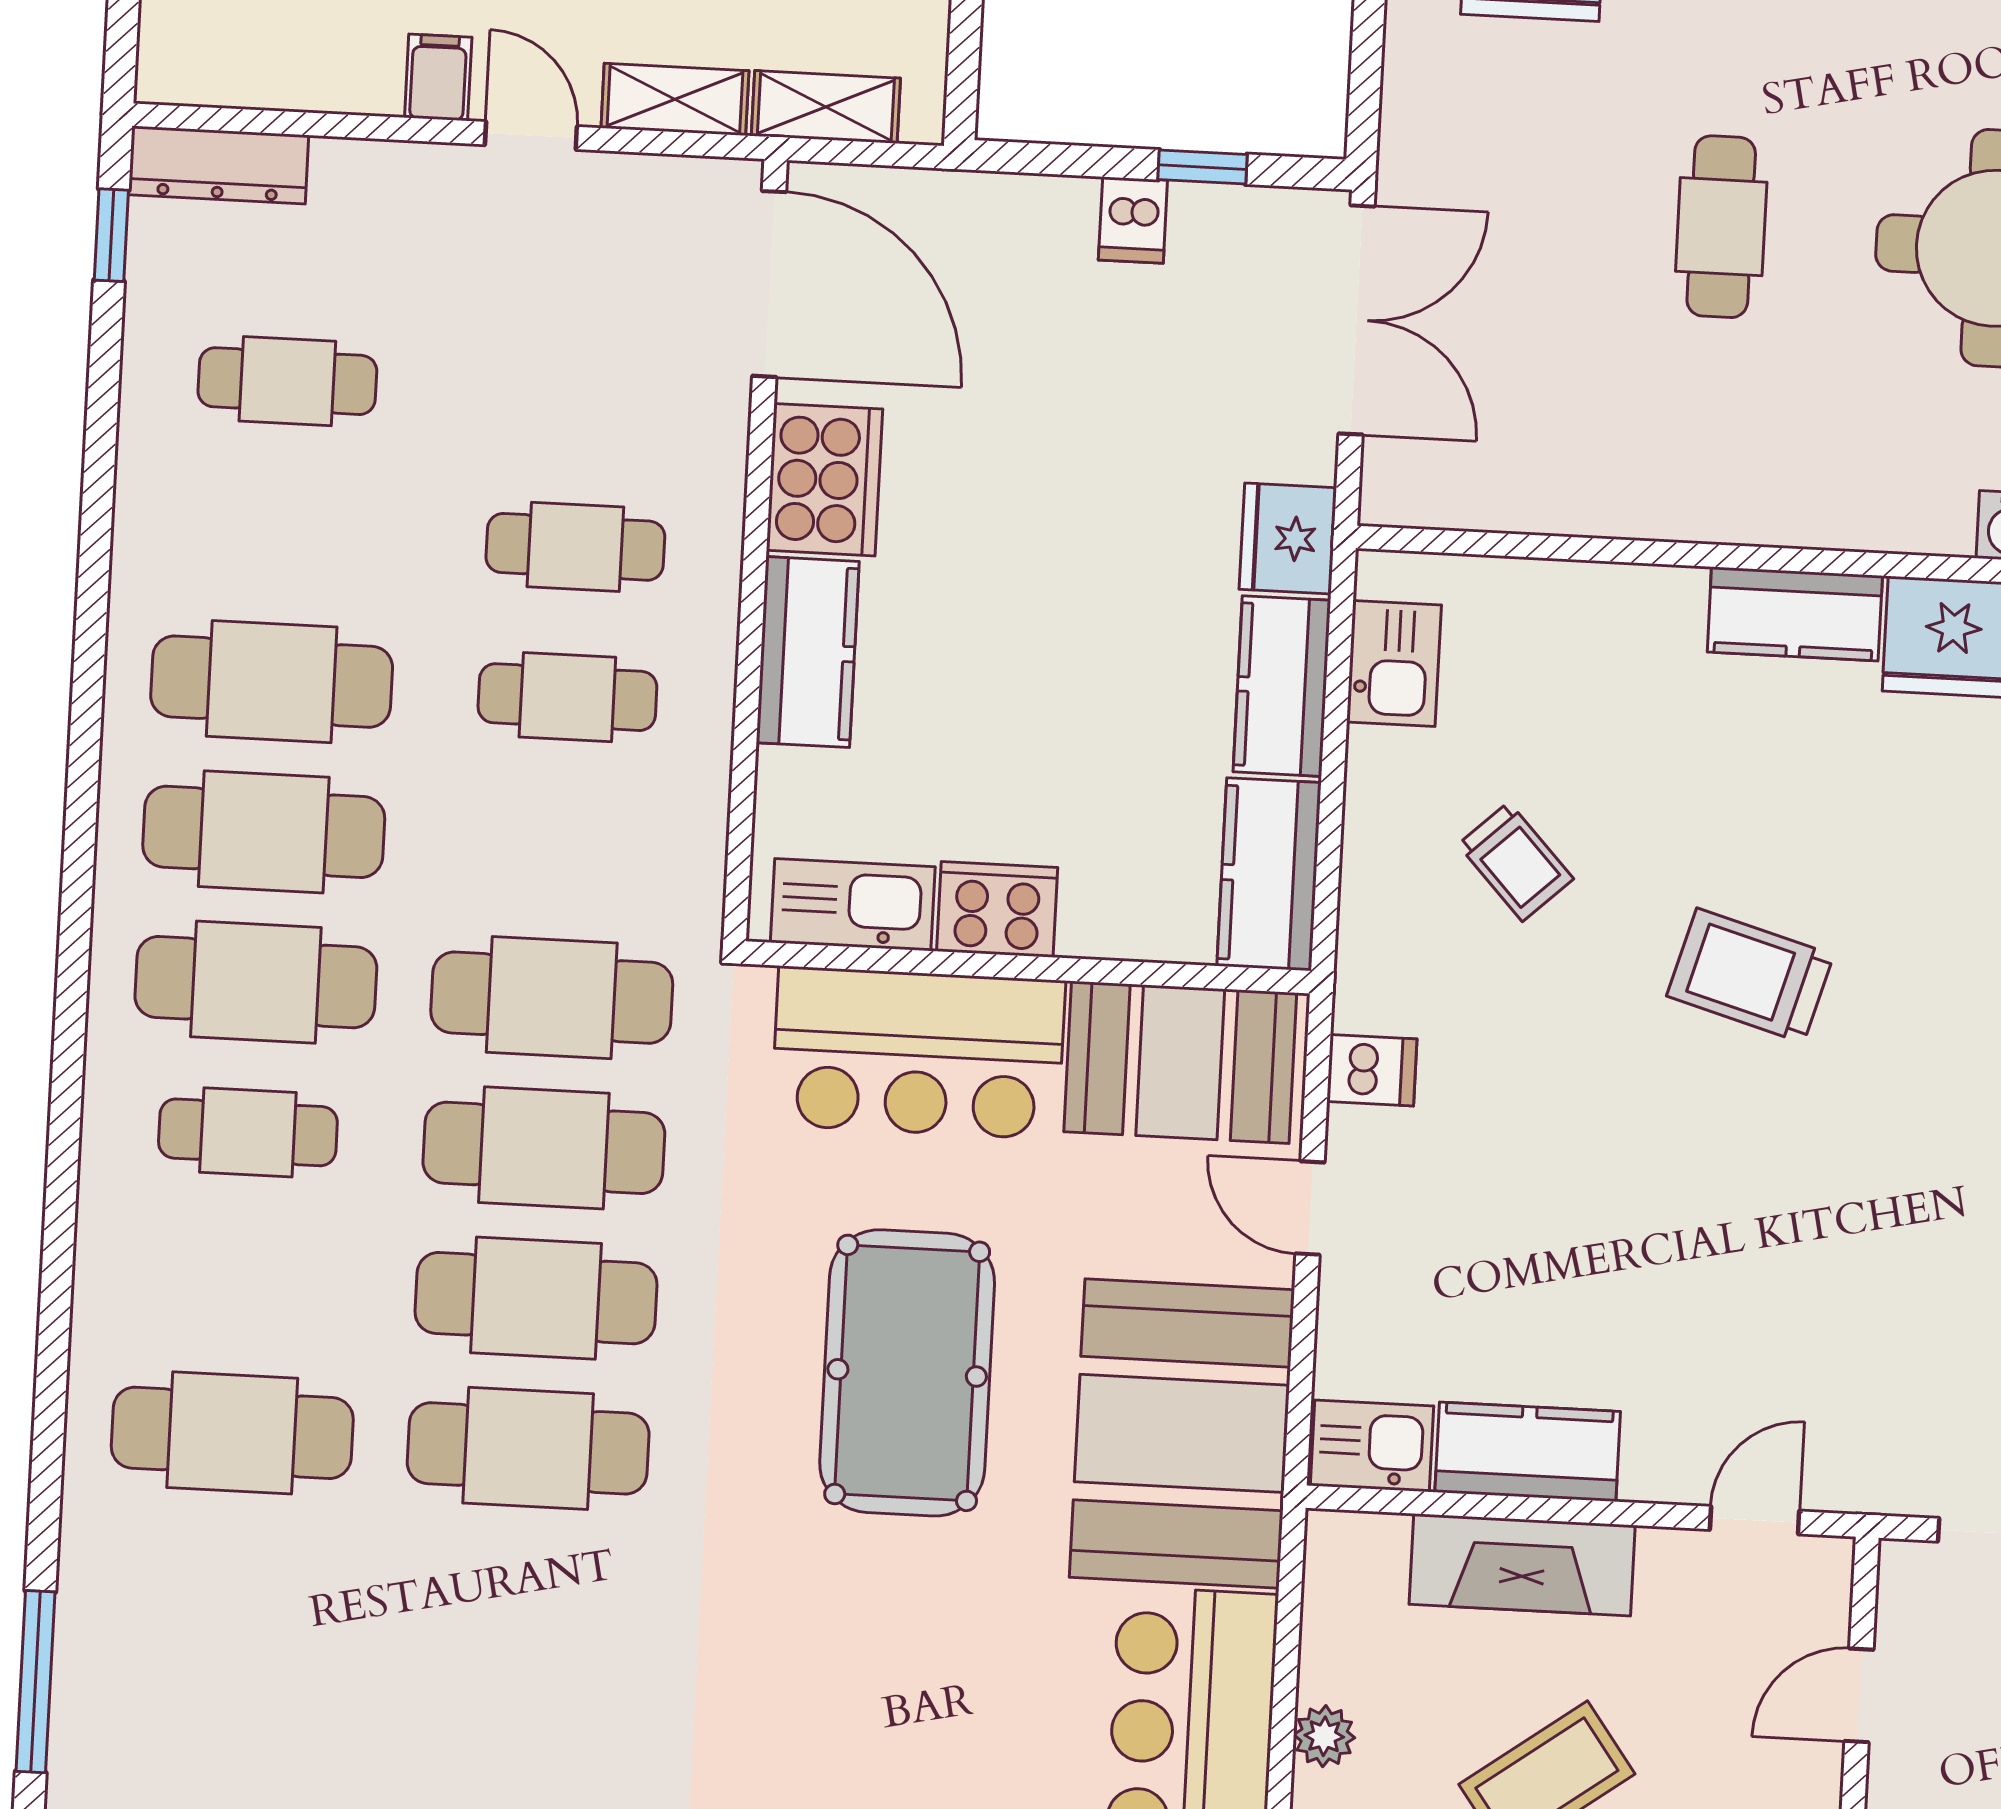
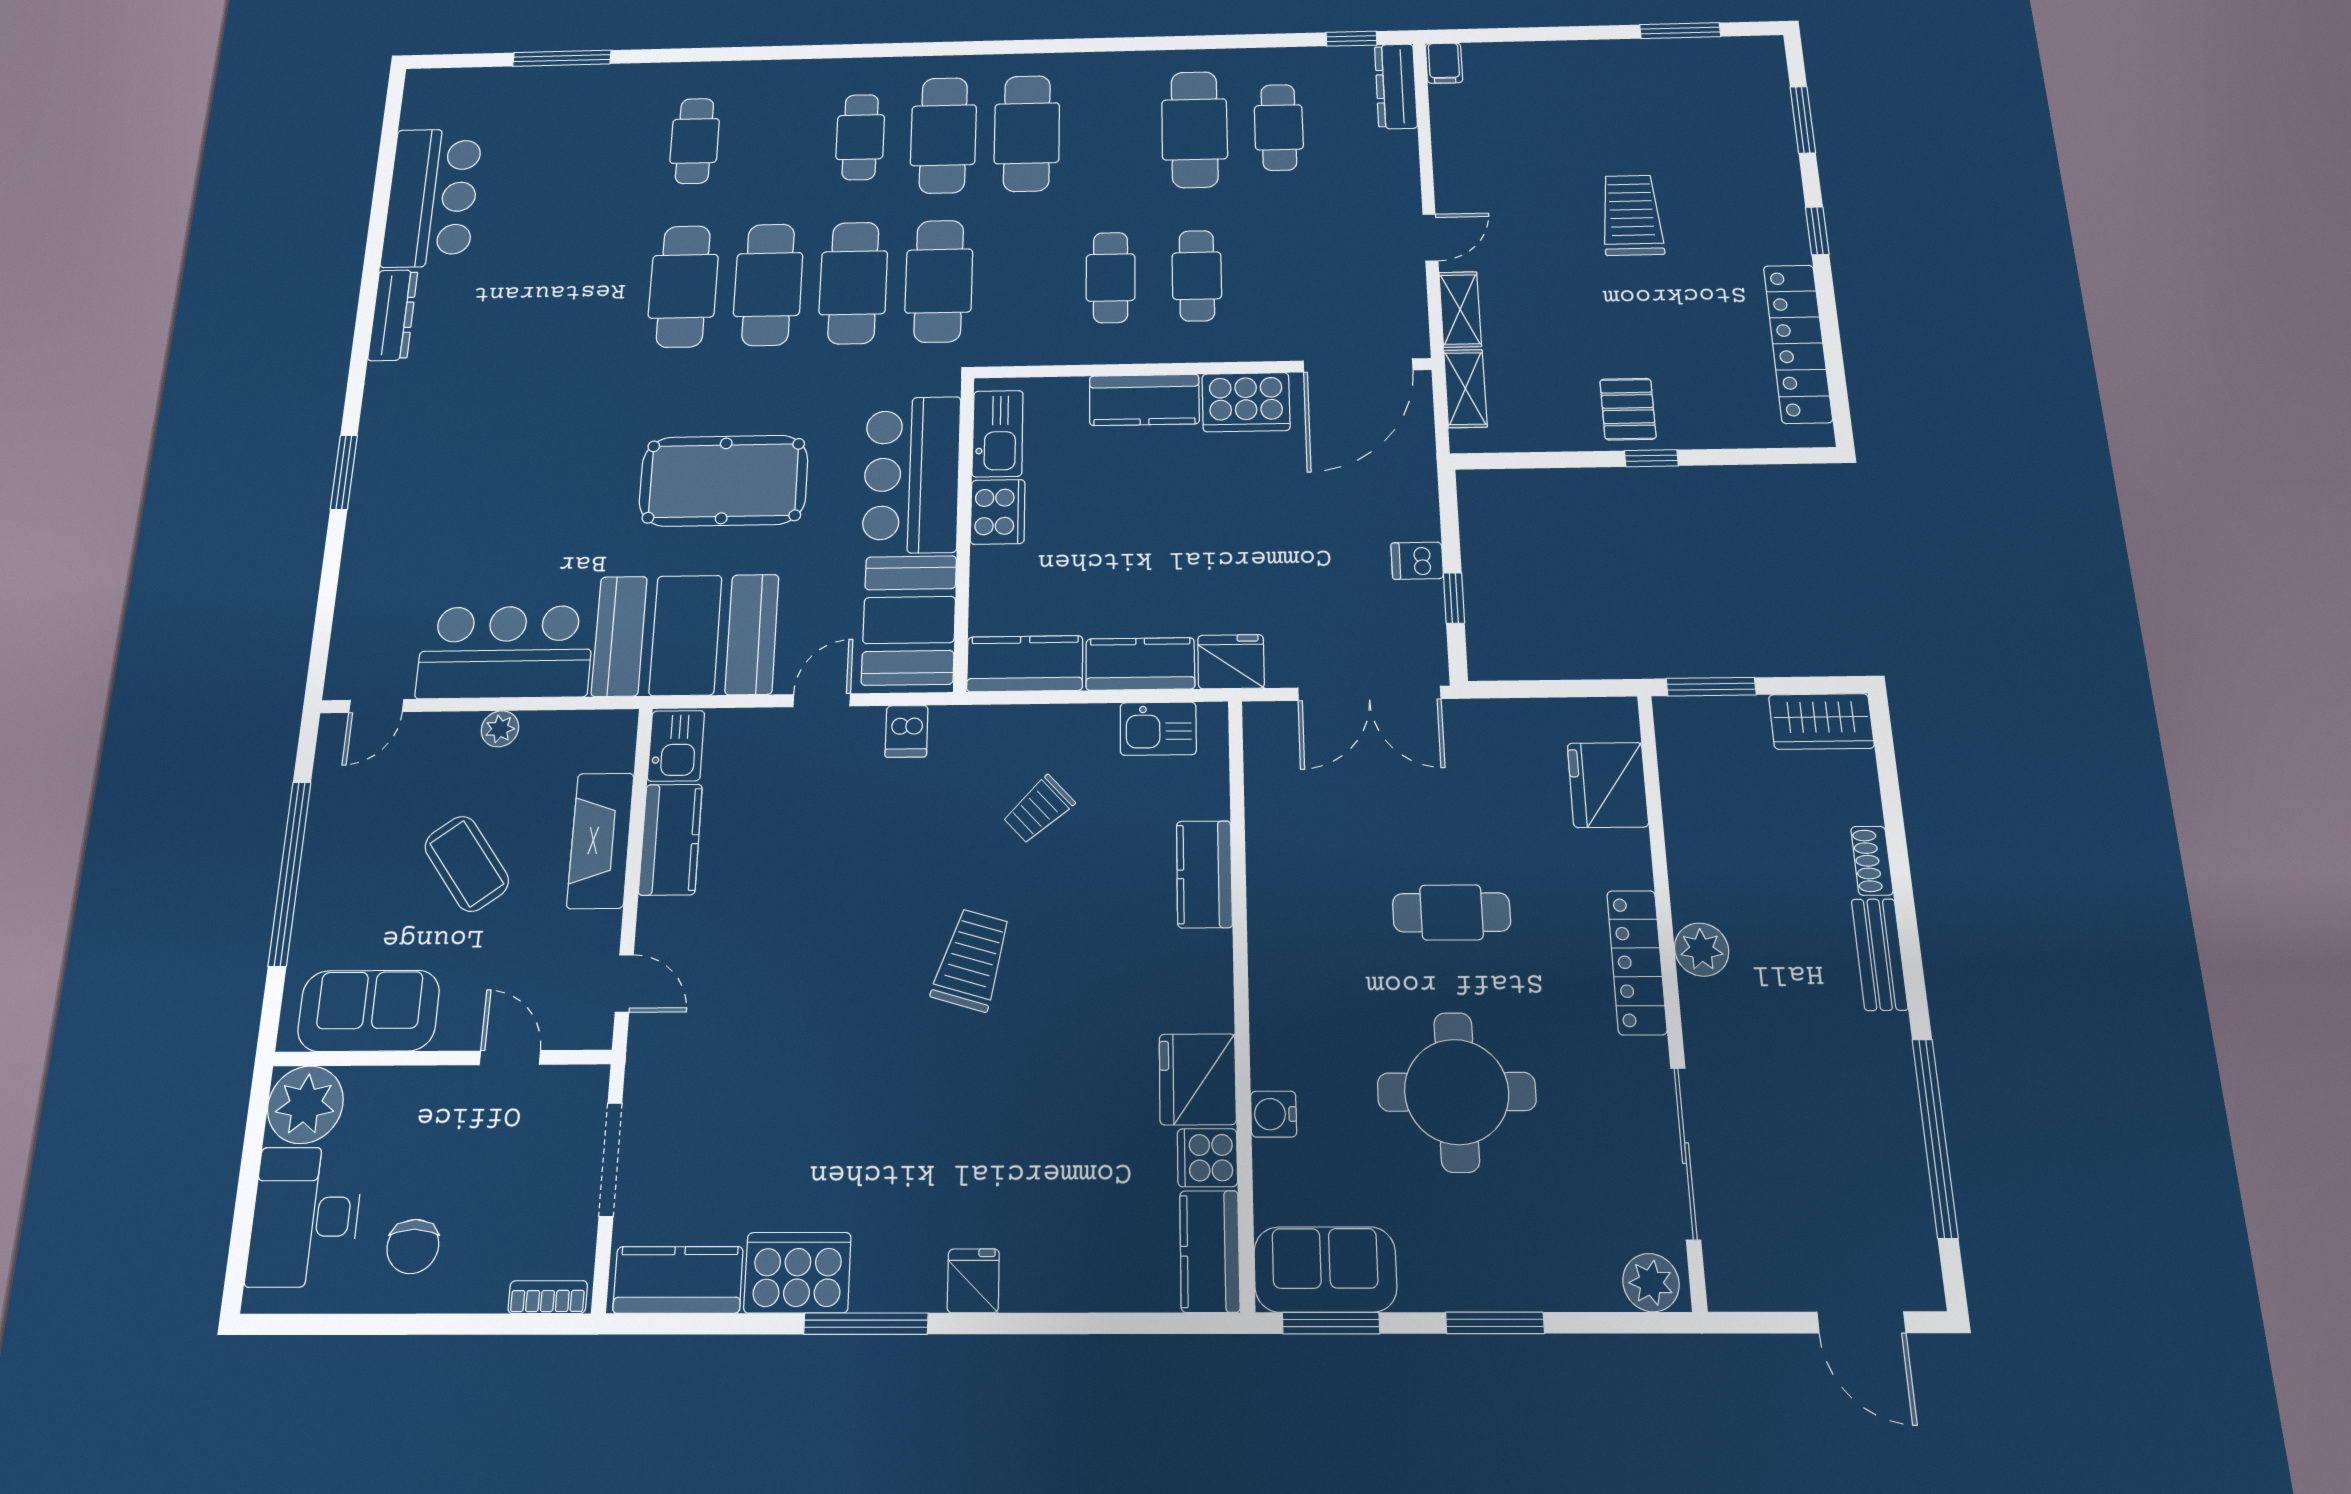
filing cabinet: (438, 77) -> (1444, 63), moved, turned 90
kitchen counter: (1795, 614) -> (1204, 874), moved
cafe table: (272, 682) -> (1195, 129), moved
cafe table: (232, 1433) -> (695, 141), width x0.73, depth x0.74

